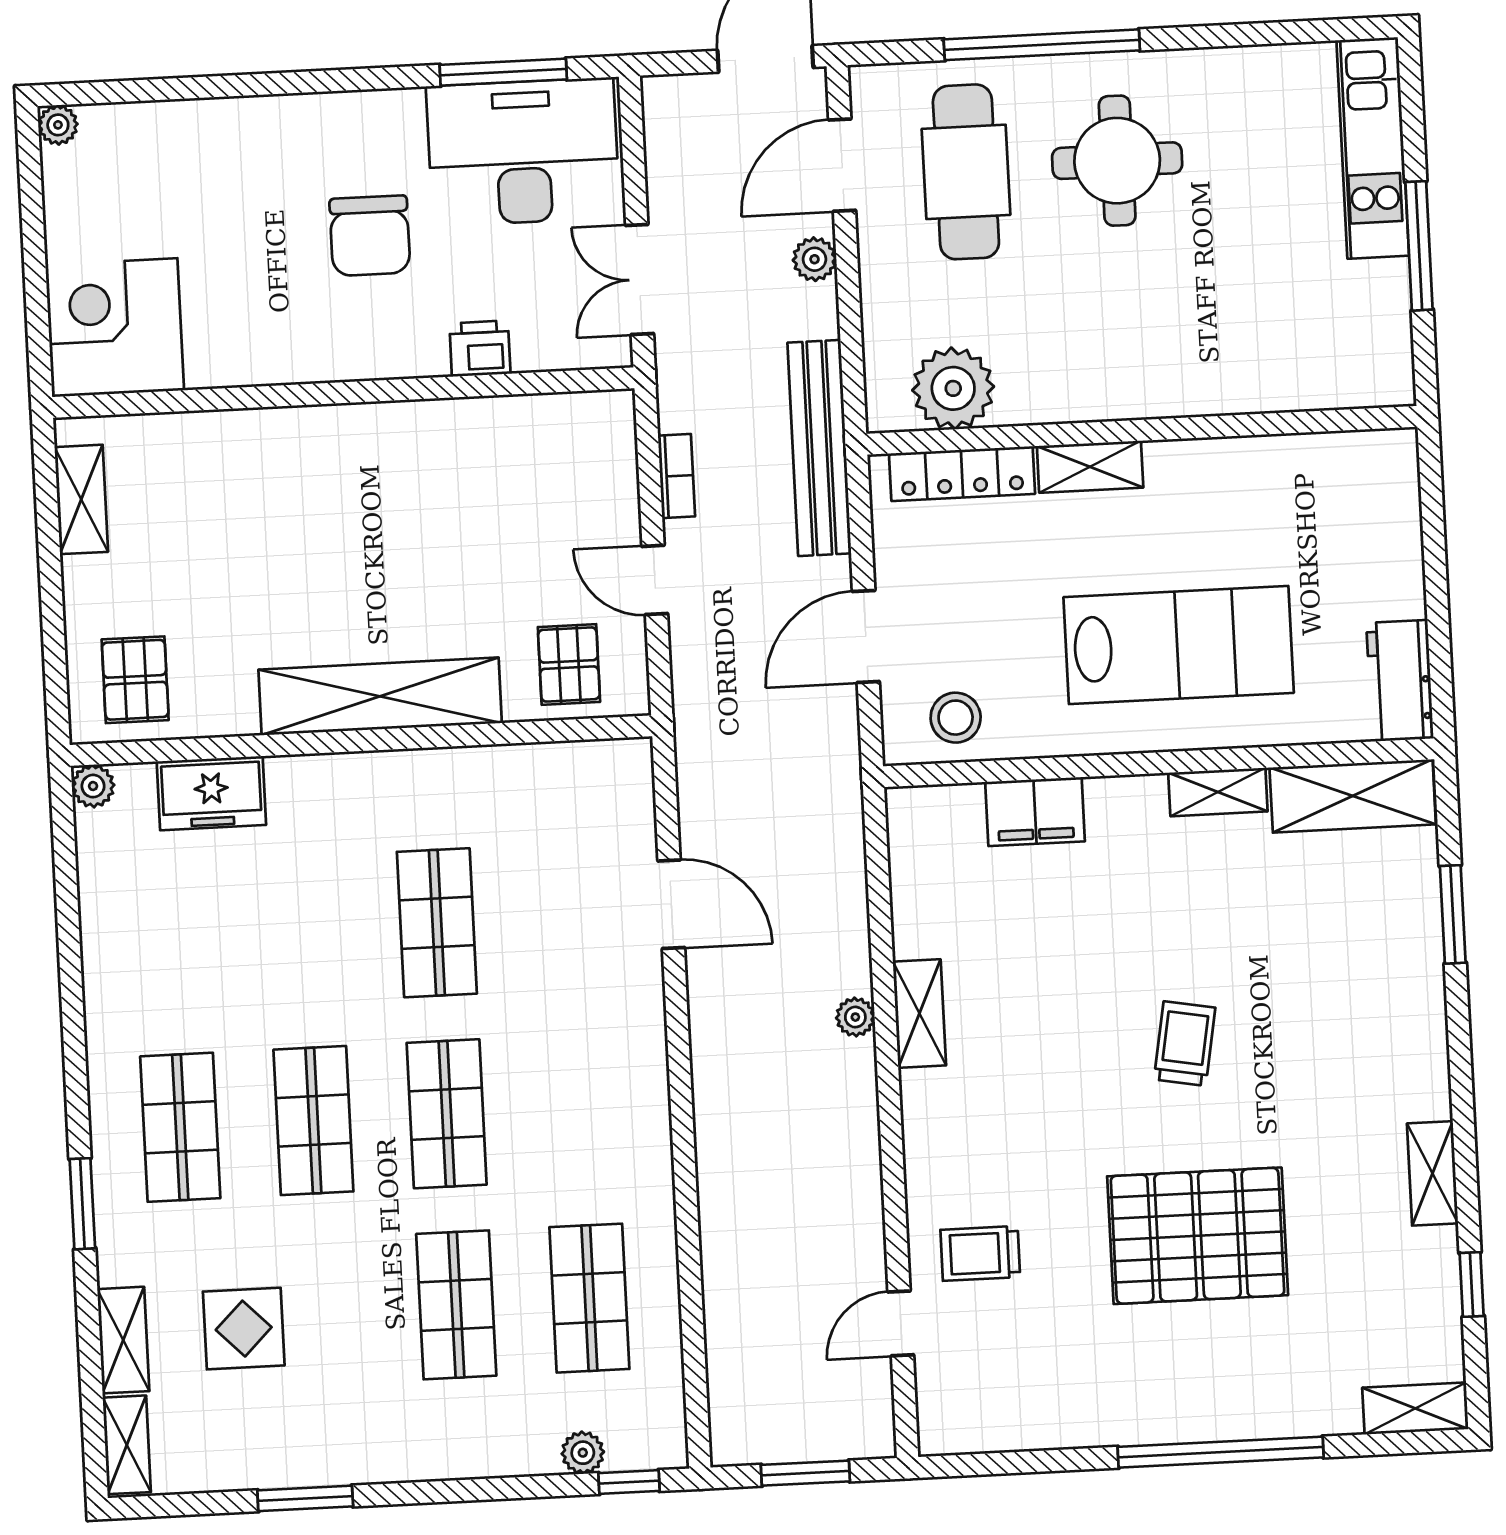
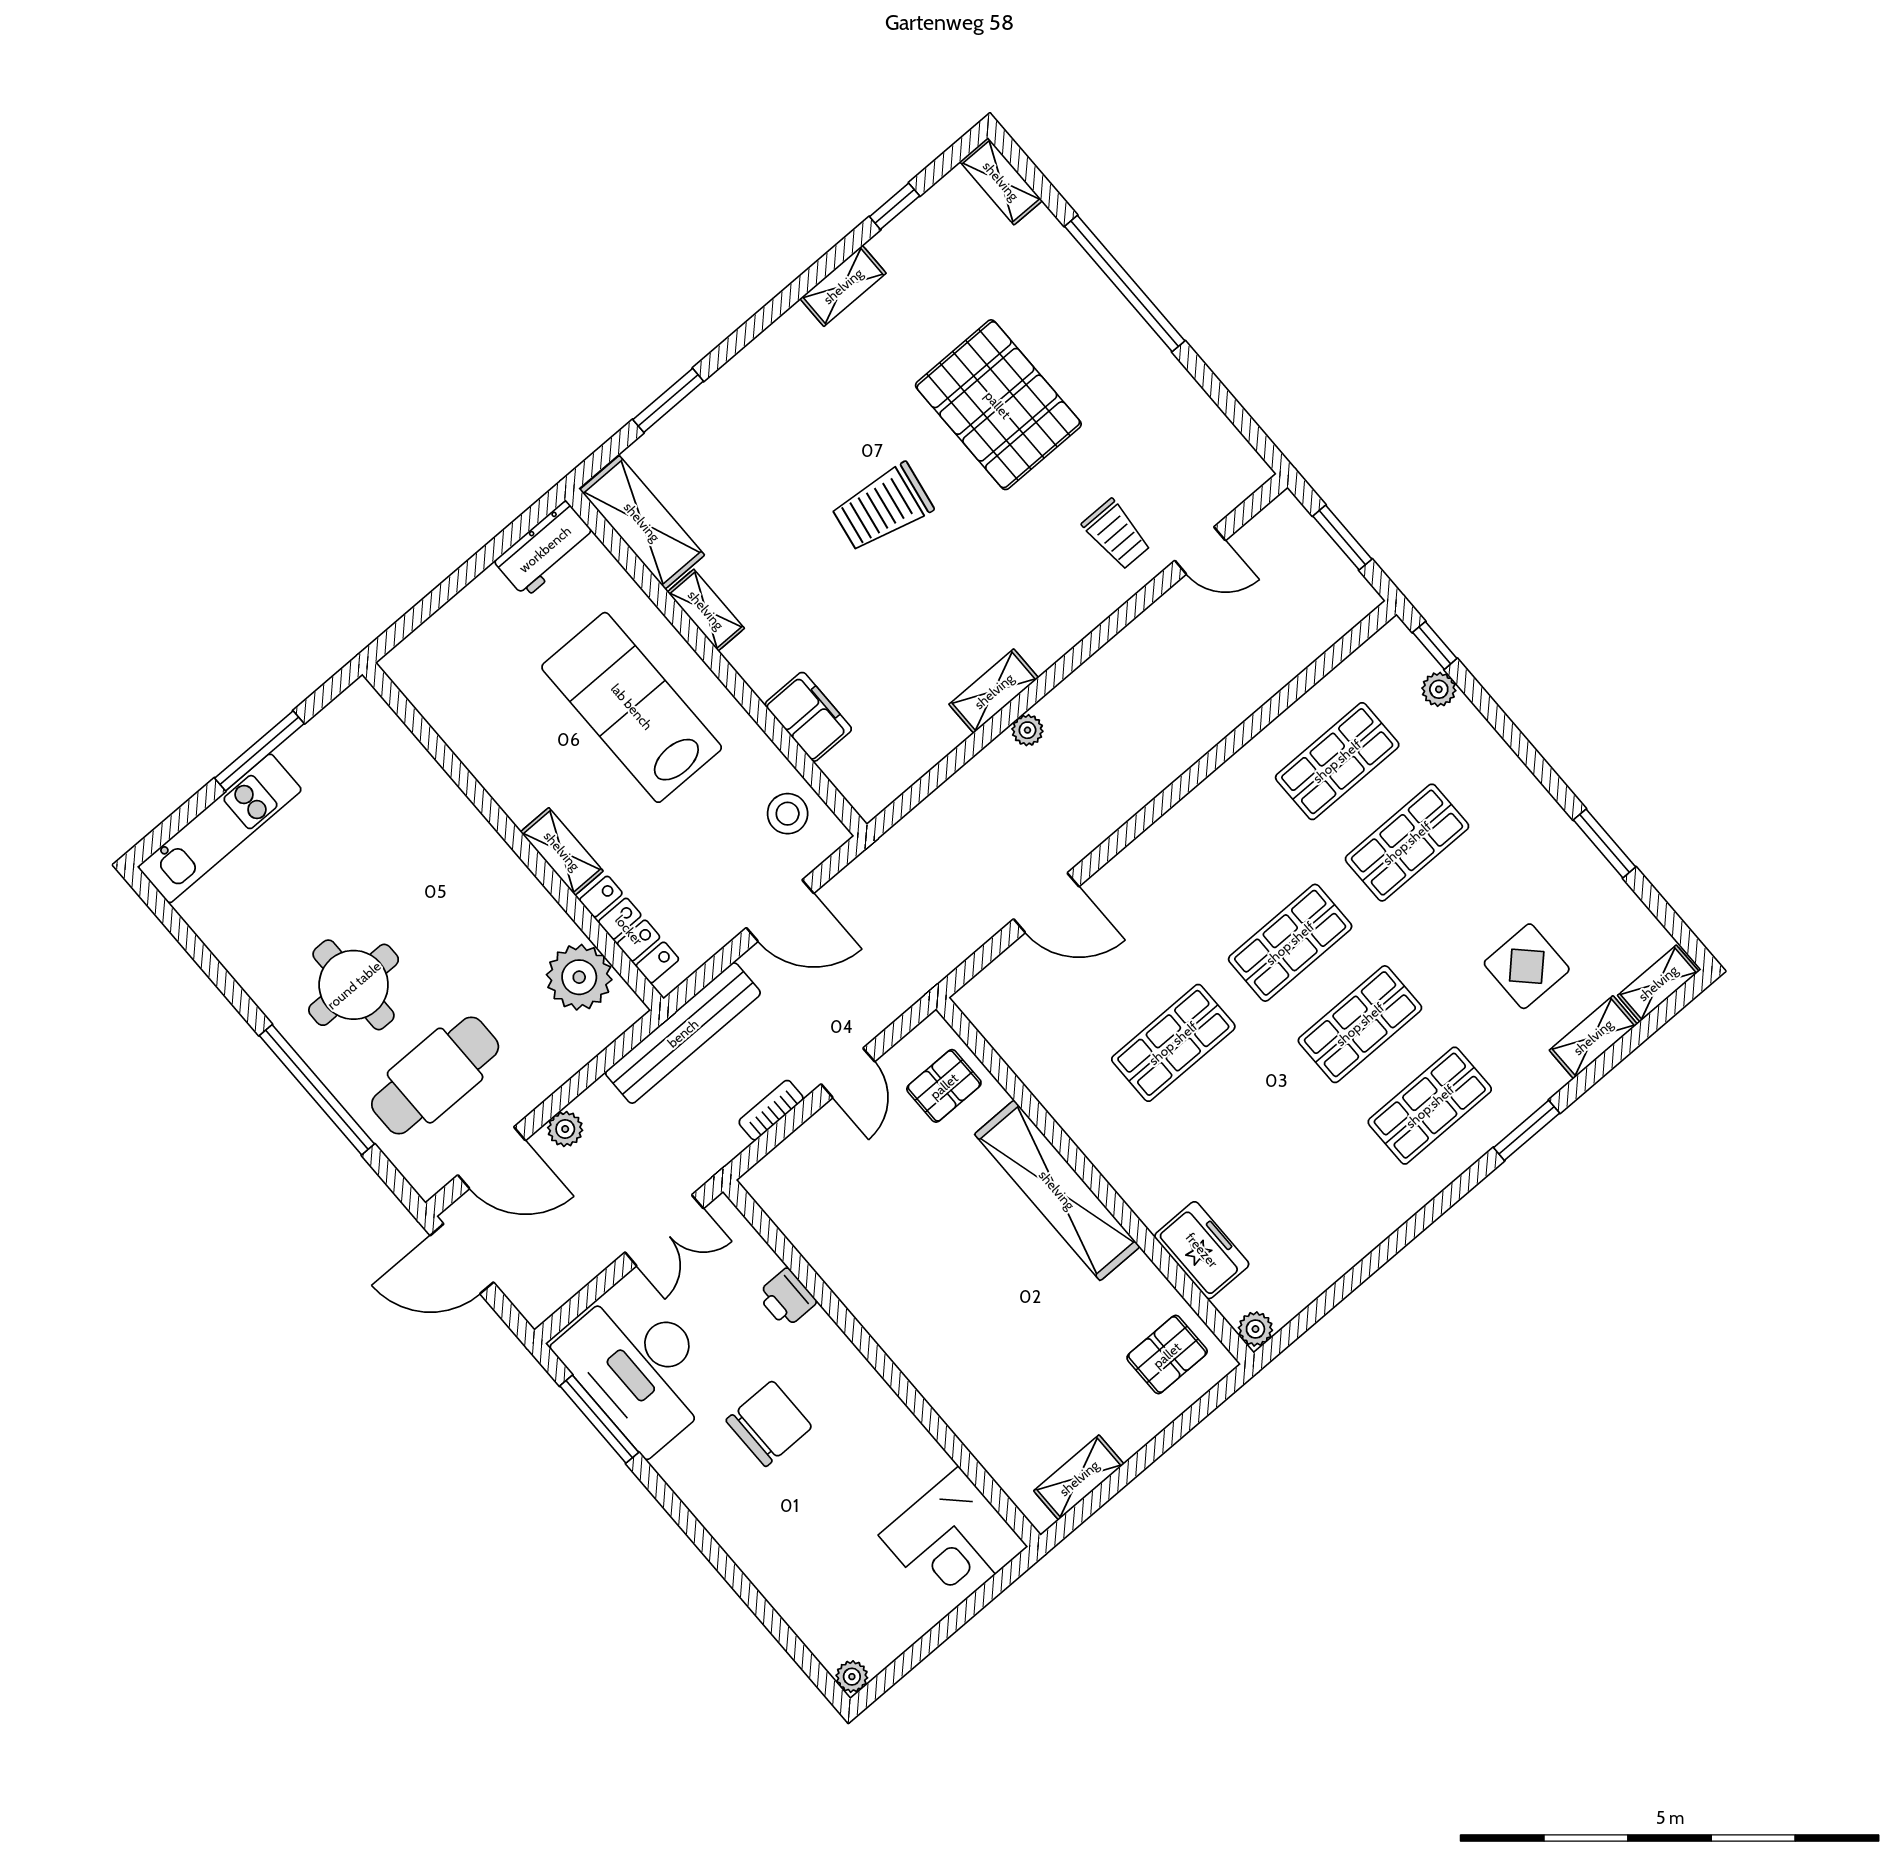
door: (671, 904) -> (1046, 903), swing flipped
trolley: (1185, 1044) -> (882, 507), width x1.36, depth x1.39

